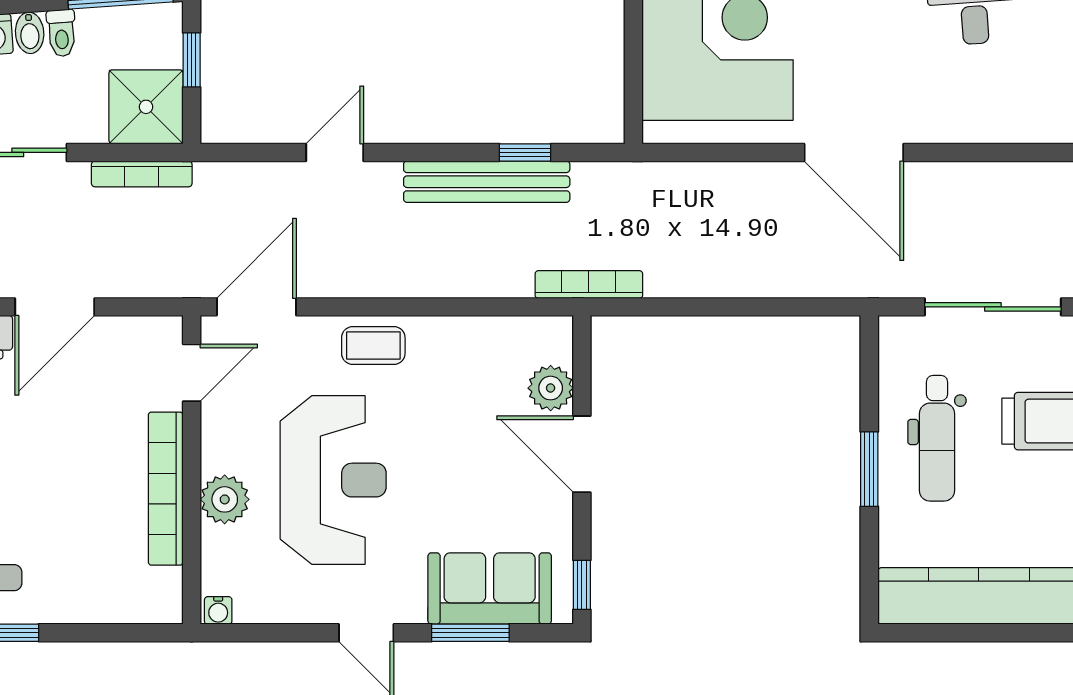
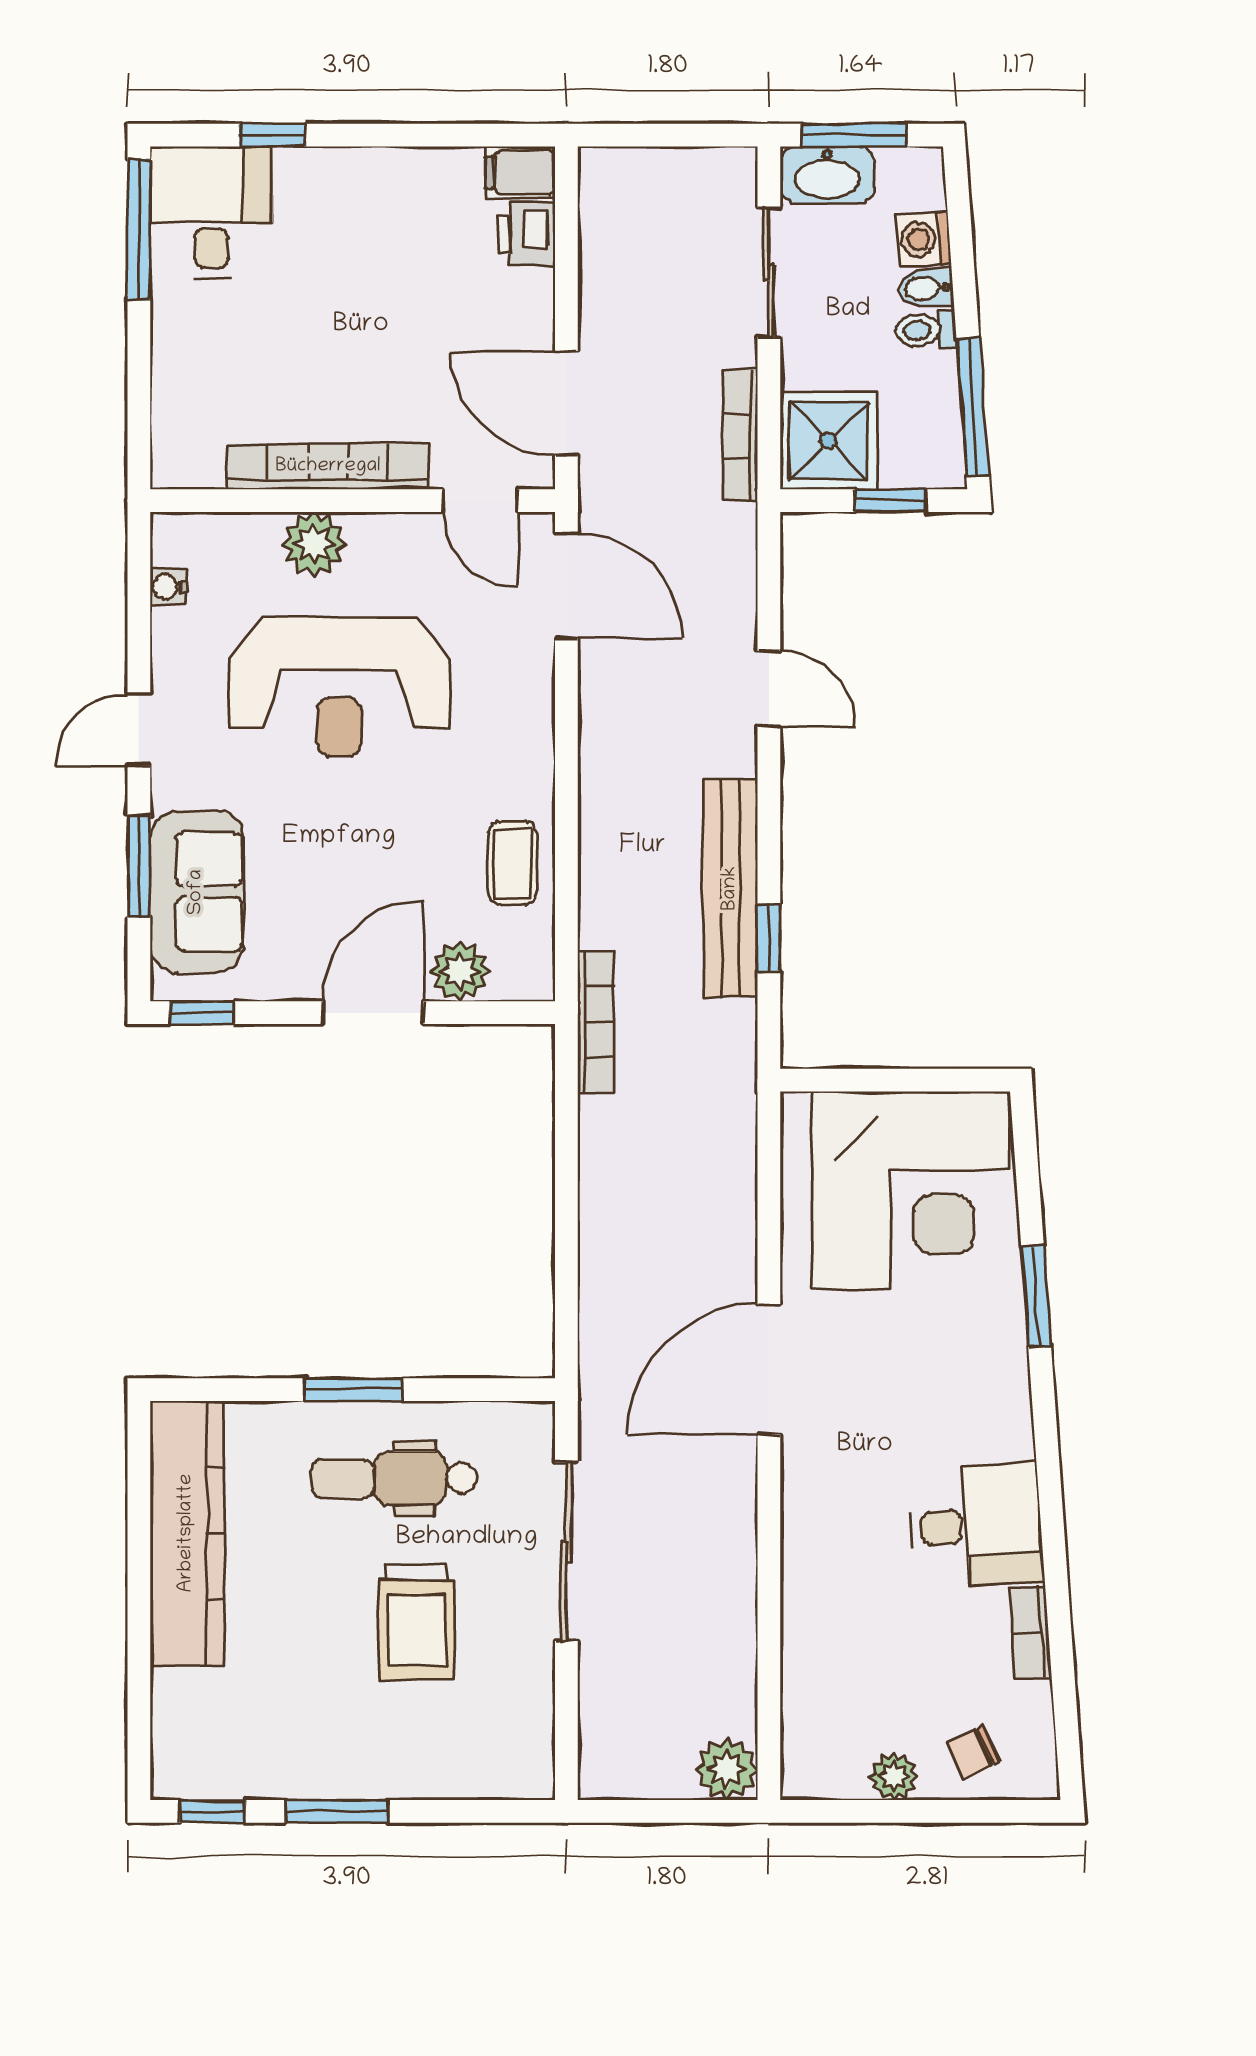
door: (55, 307) -> (566, 403), moved
coffee table: (373, 345) -> (512, 863), moved
water cooler: (218, 610) -> (168, 587), moved

